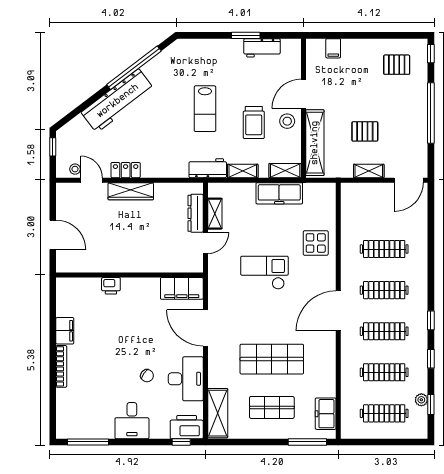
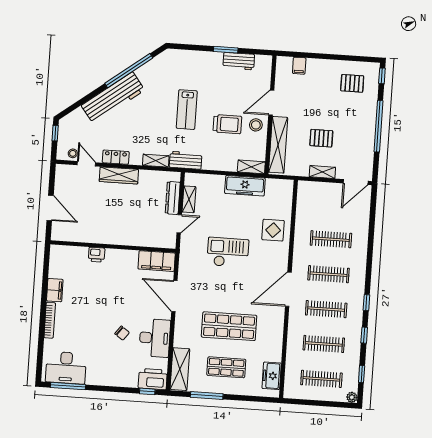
trolley: (254, 123) -> (227, 124), turned -90
shelving: (243, 171) -> (156, 161), moved
plant: (421, 400) -> (352, 397), moved
desk: (132, 421) -> (66, 368), moved, width x1.37
window: (307, 442) -> (207, 395), moved

